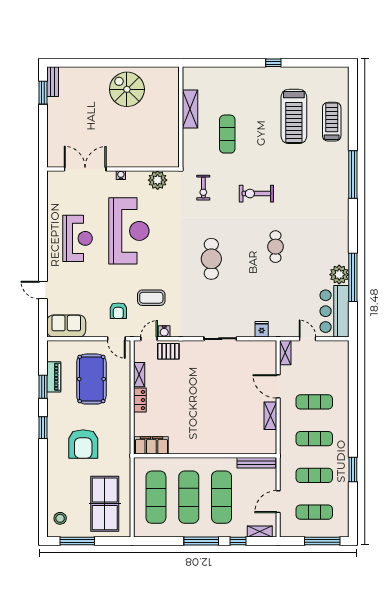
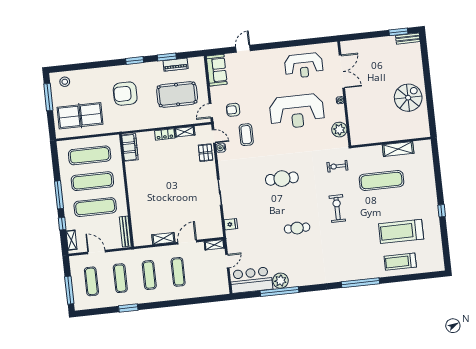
treadmill: (332, 122) -> (400, 262), turned 180
exercise mat: (227, 134) -> (381, 180), width x1.36, depth x1.45
reception desk: (78, 238) -> (304, 65), moved

